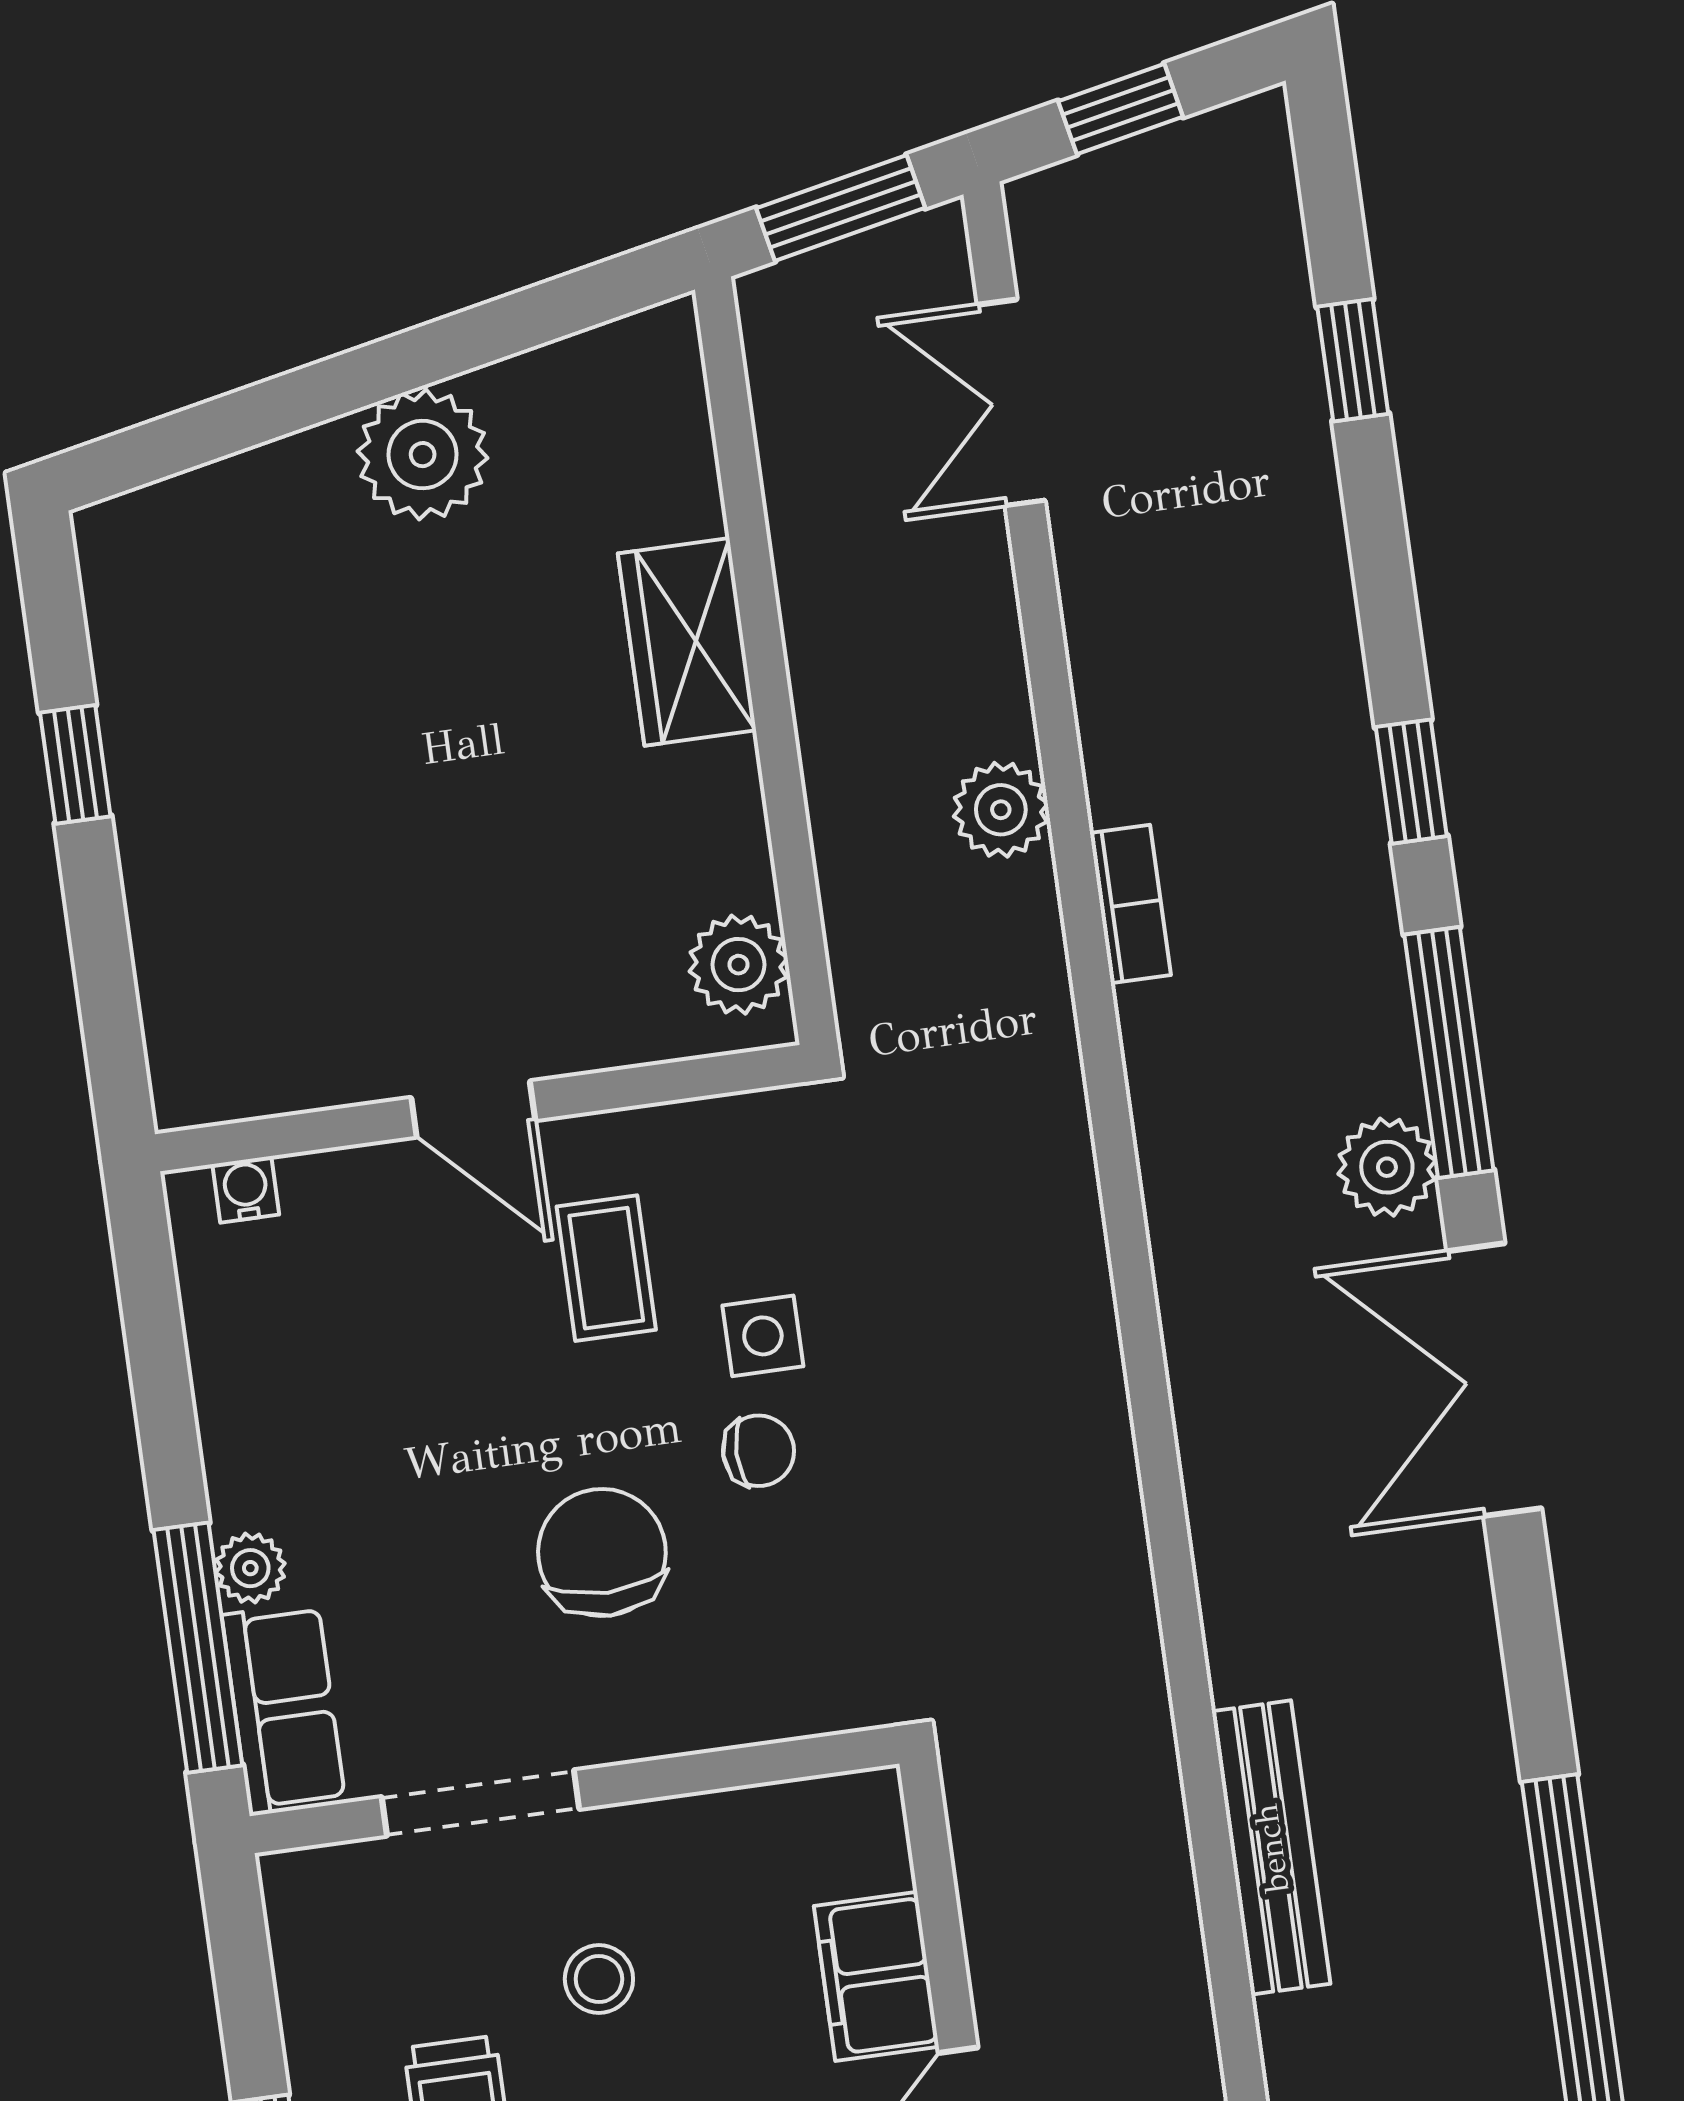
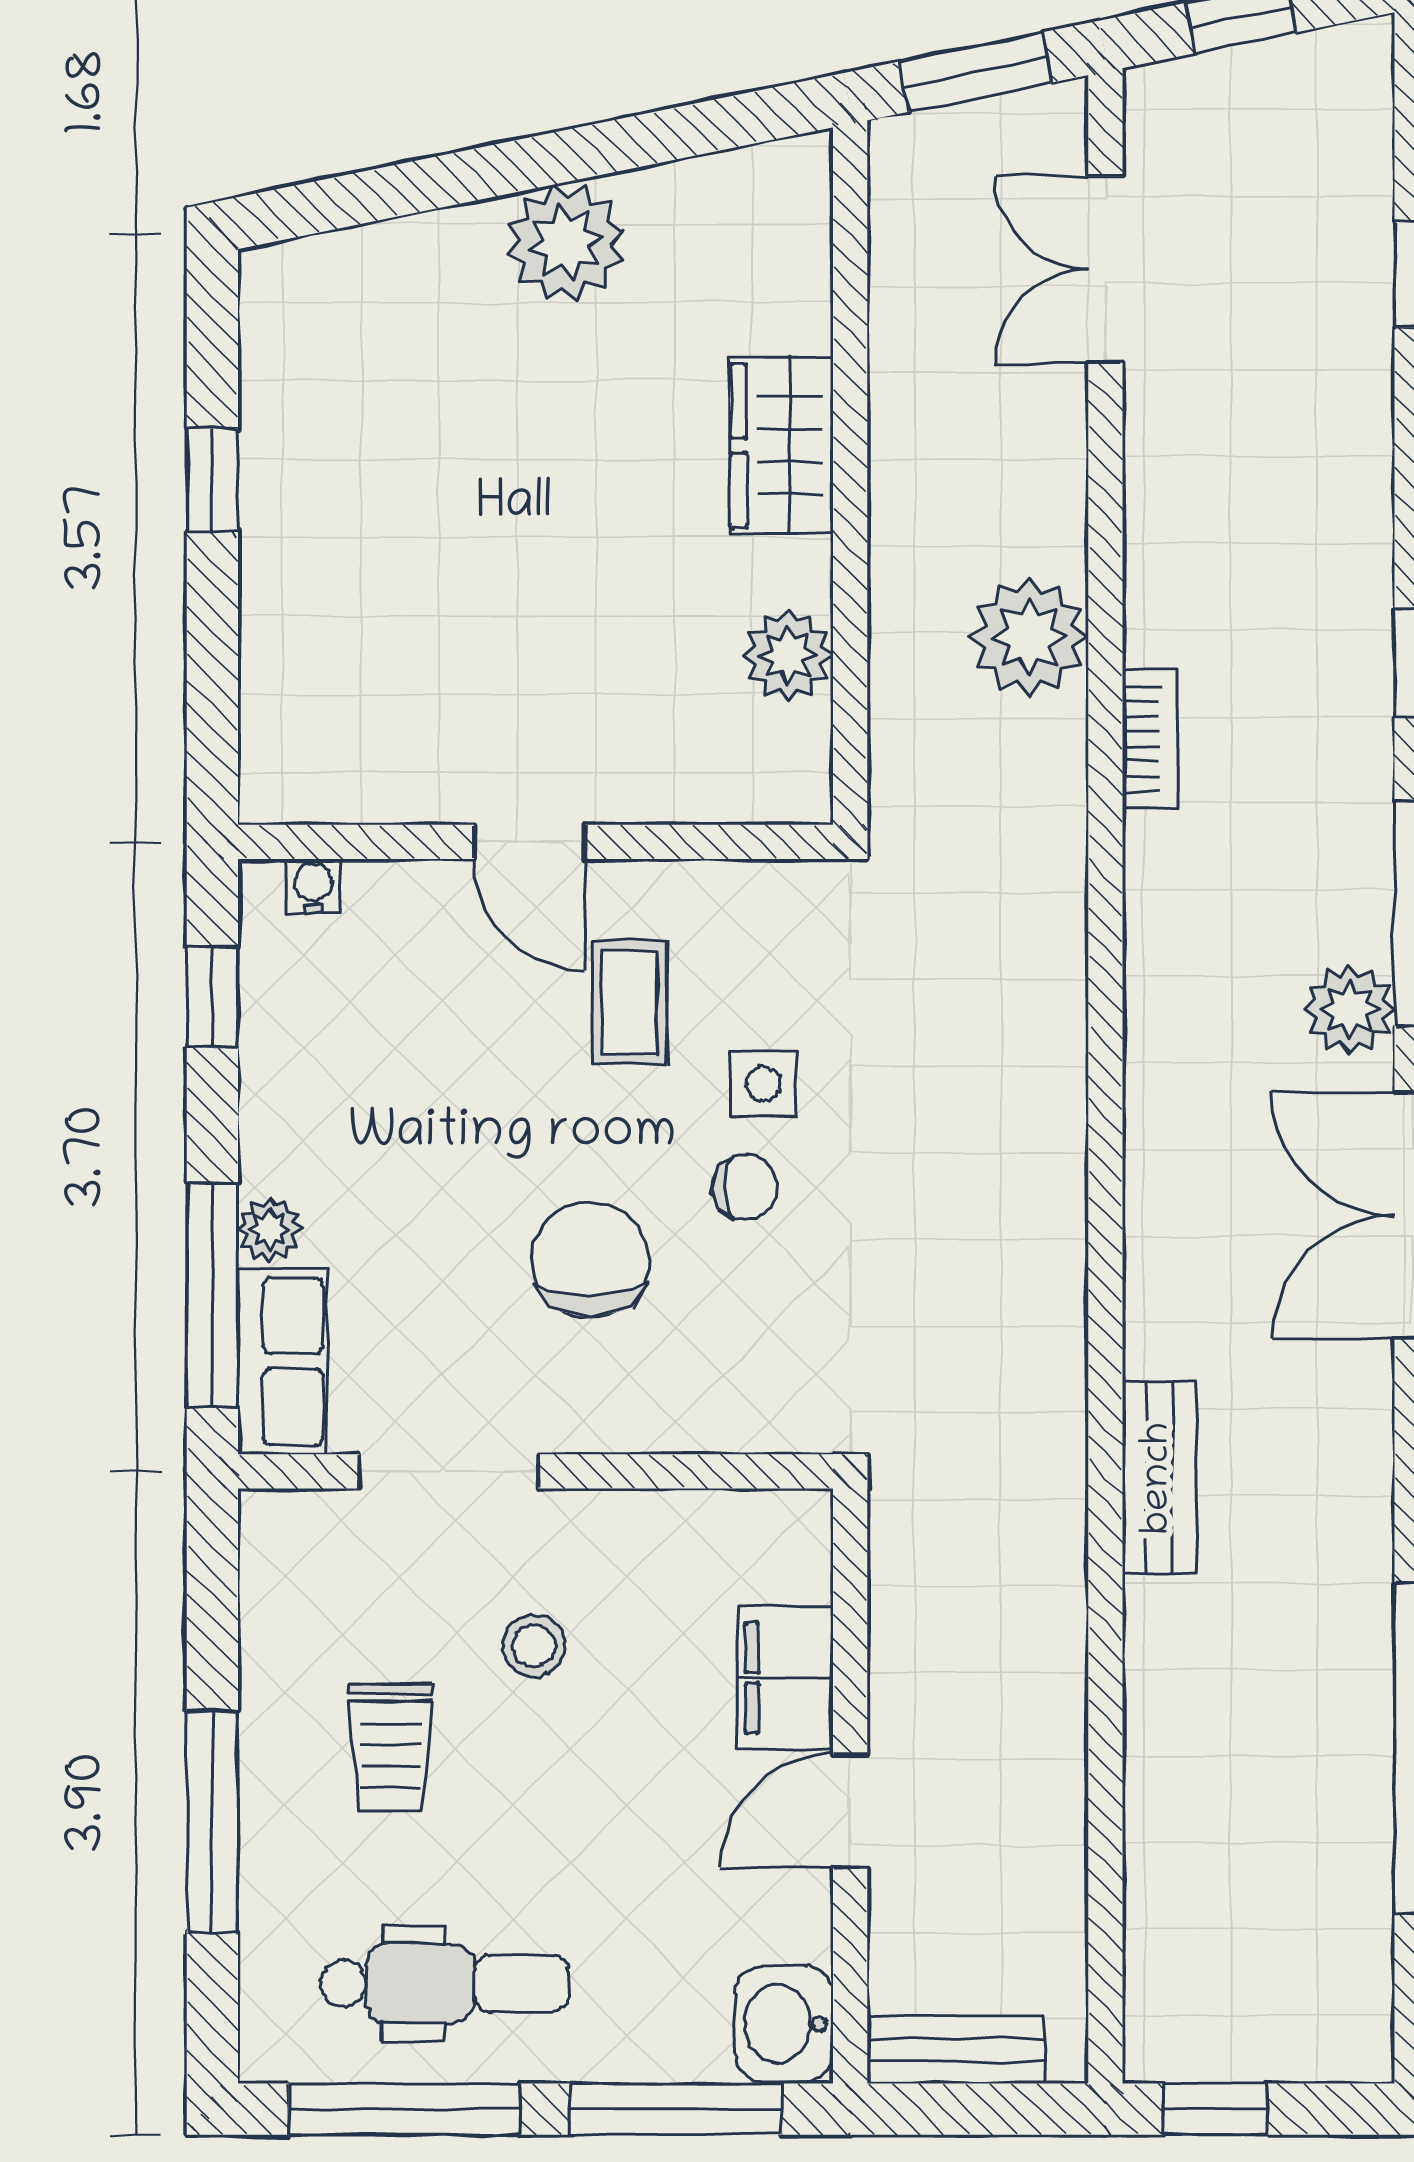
plant: (1001, 810) -> (1029, 637), width x1.36, depth x1.36
plant: (739, 965) -> (788, 655), moved
window: (153, 1325) -> (212, 997), added
bench: (1271, 1848) -> (1159, 1478), moved, width x0.73

